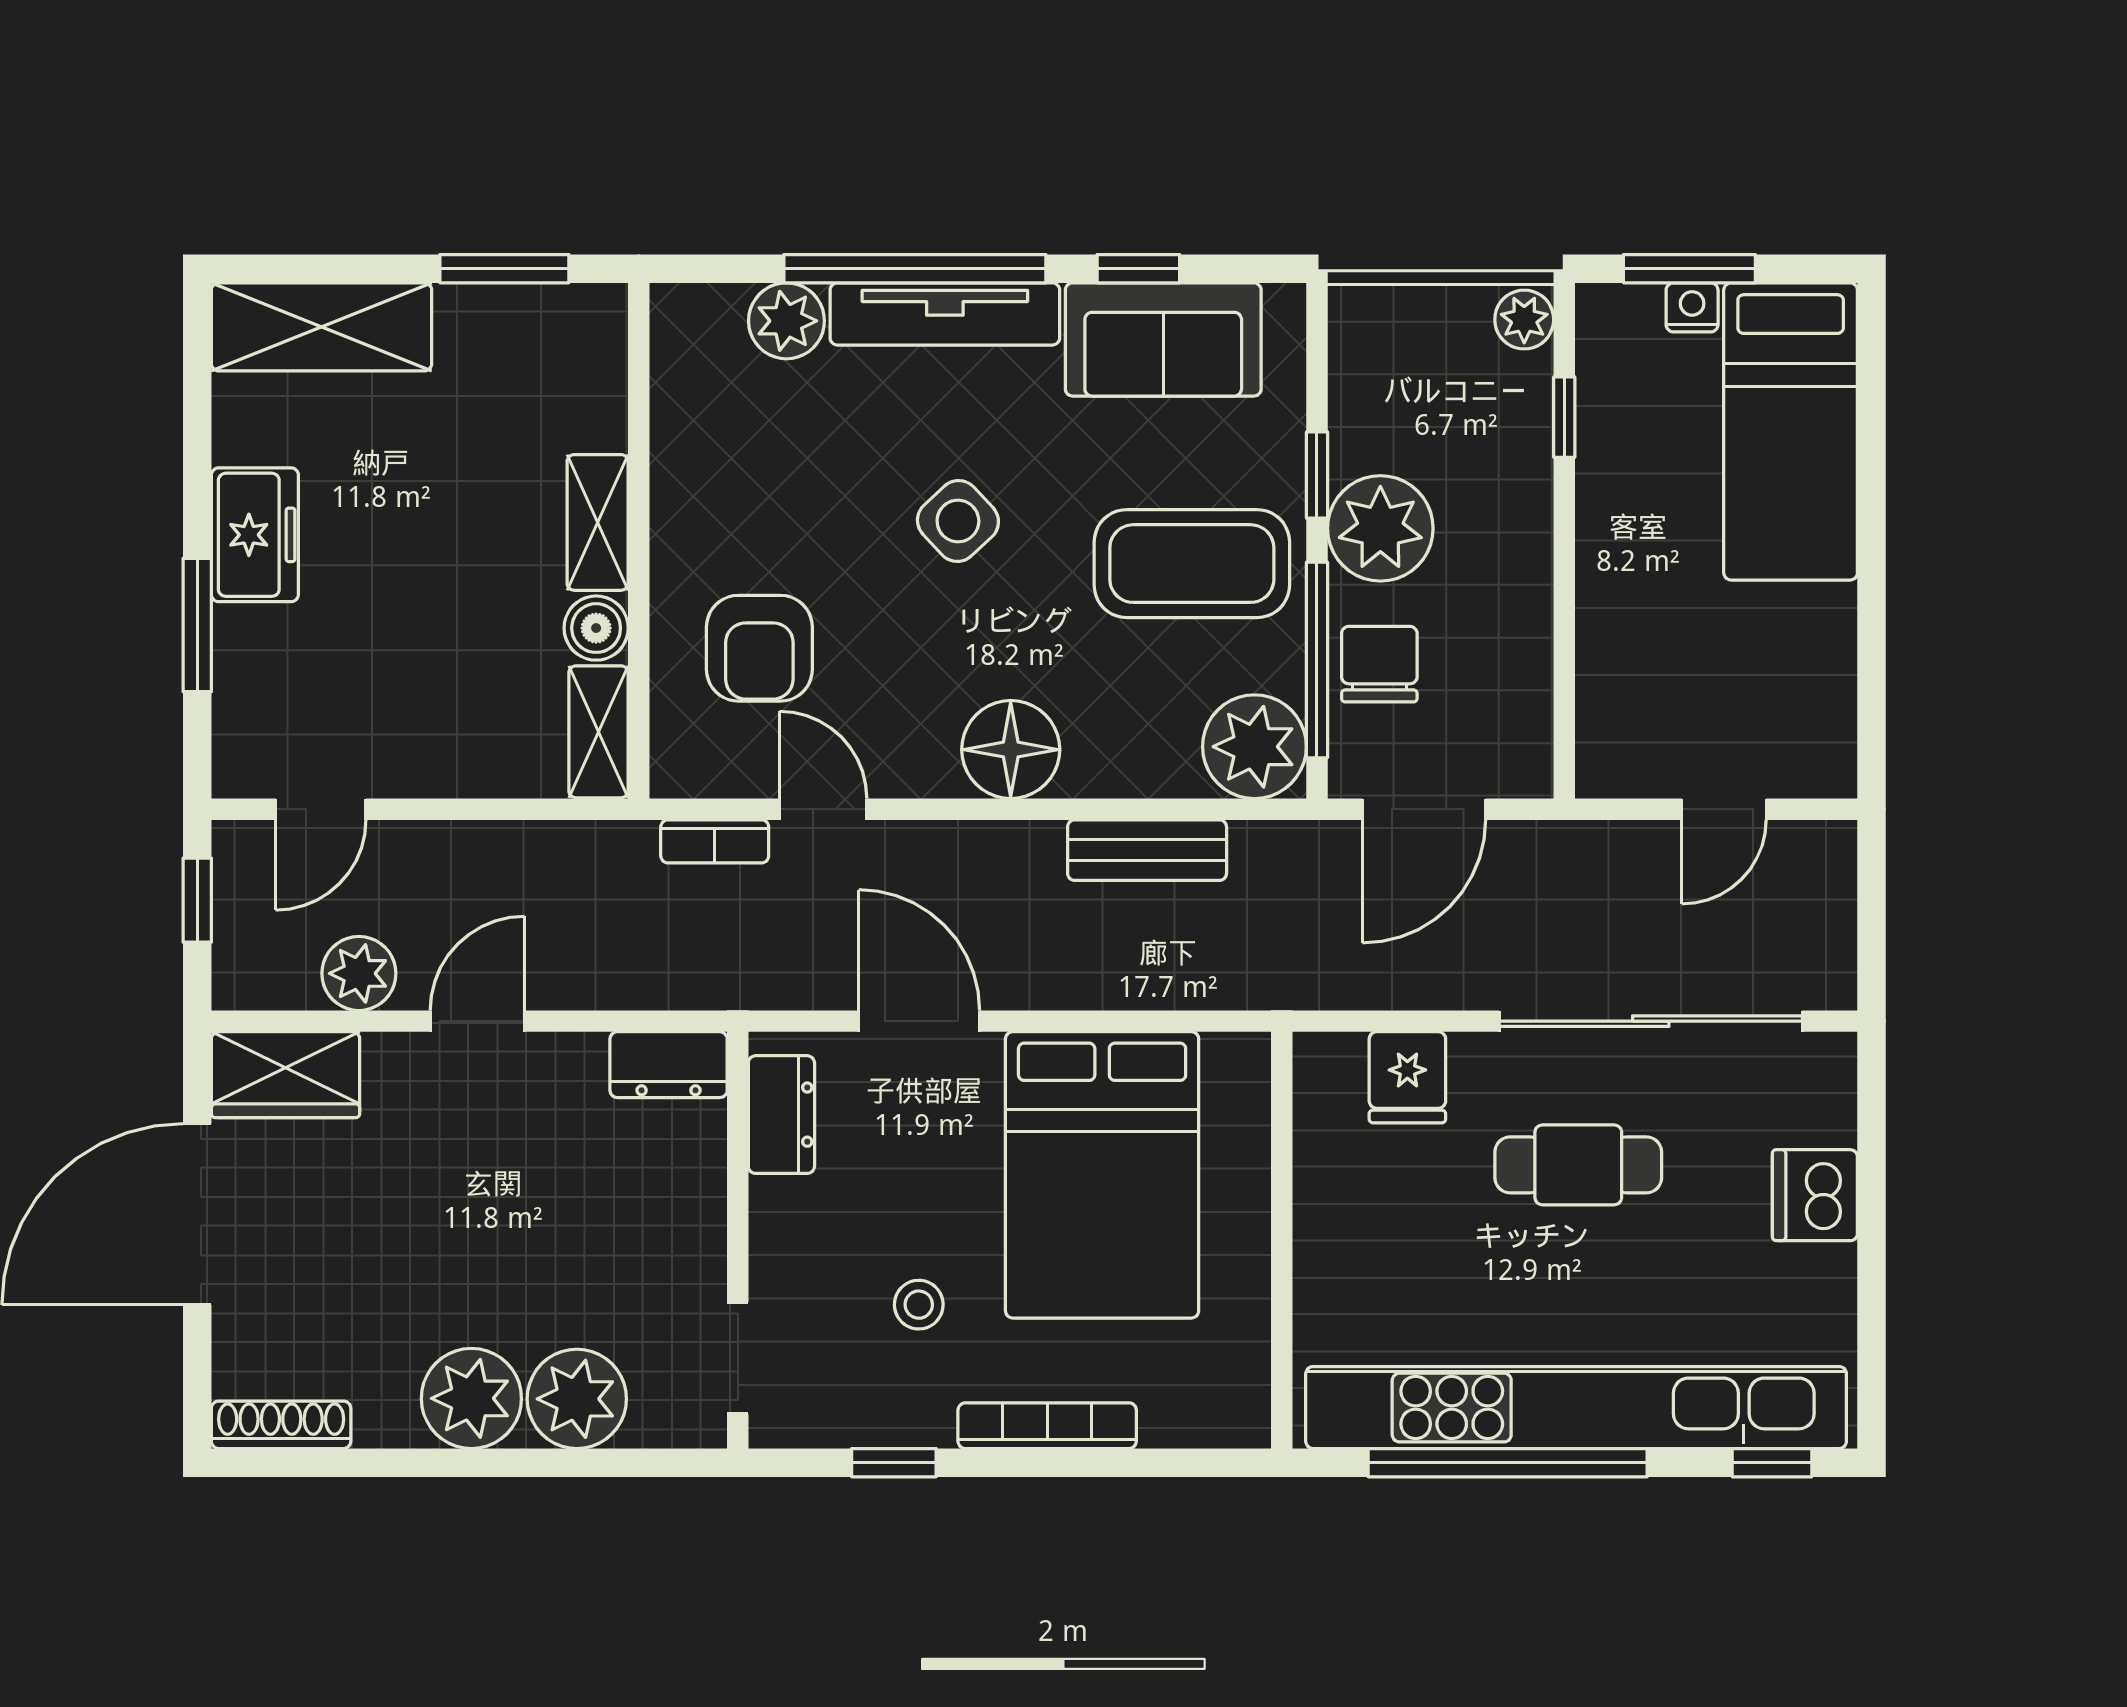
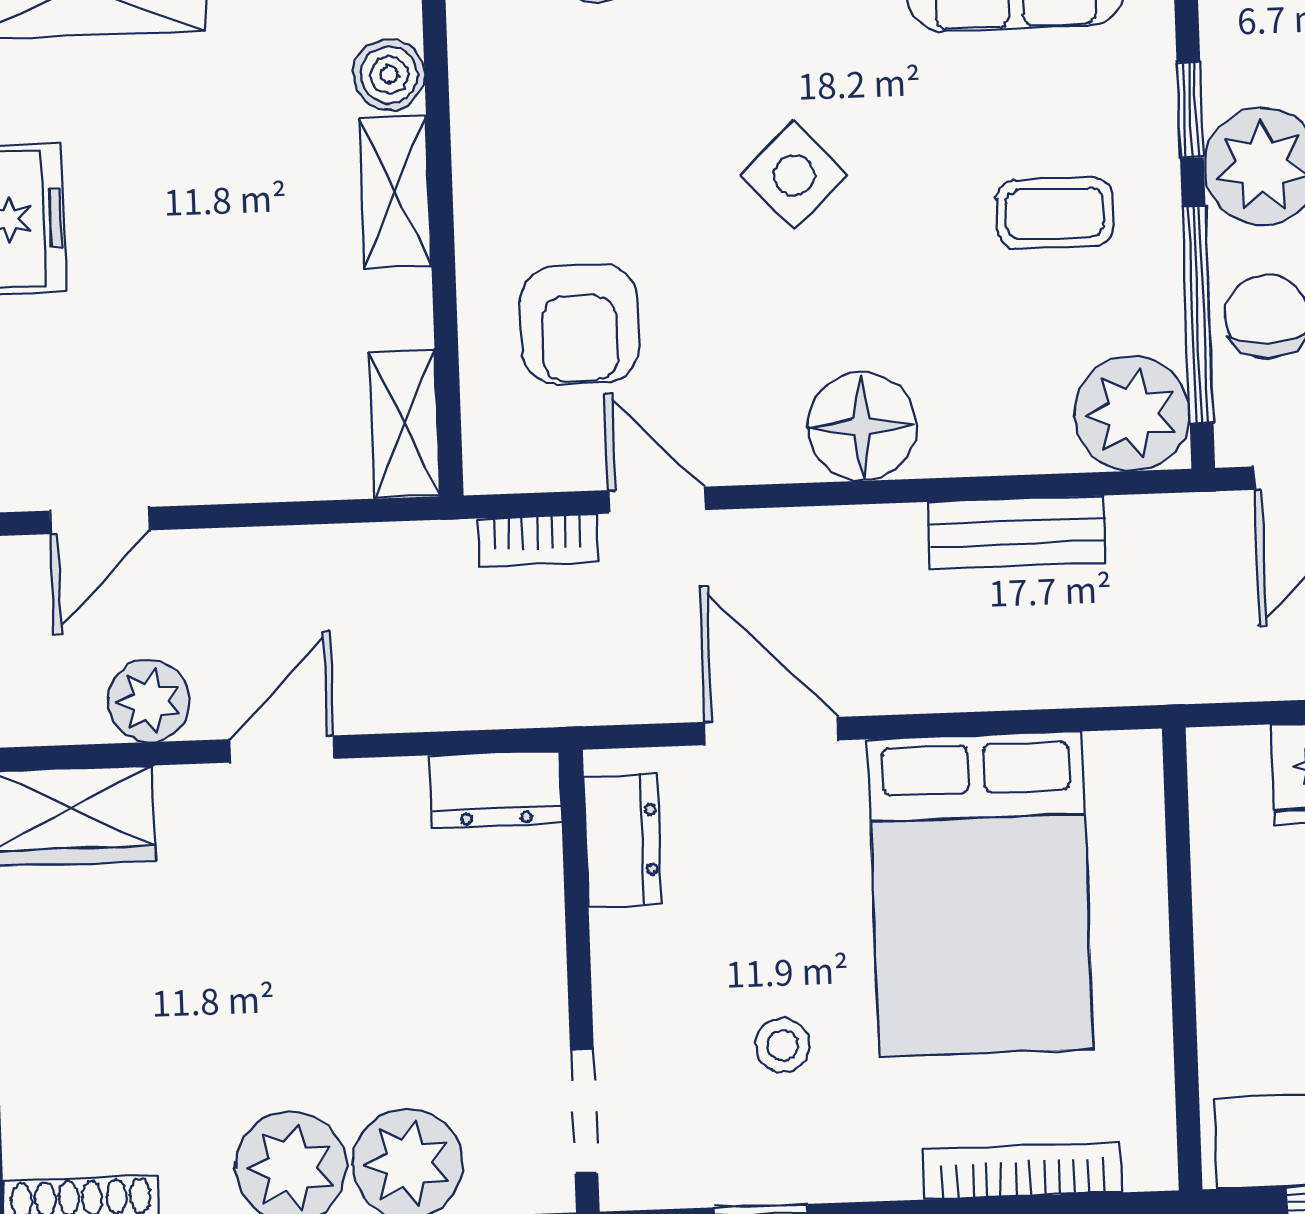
coffee table: (1192, 564) -> (1055, 213), width x0.54, depth x0.58
boiler: (596, 628) -> (389, 75), moved
bookcase: (1047, 1426) -> (1023, 1171), moved

